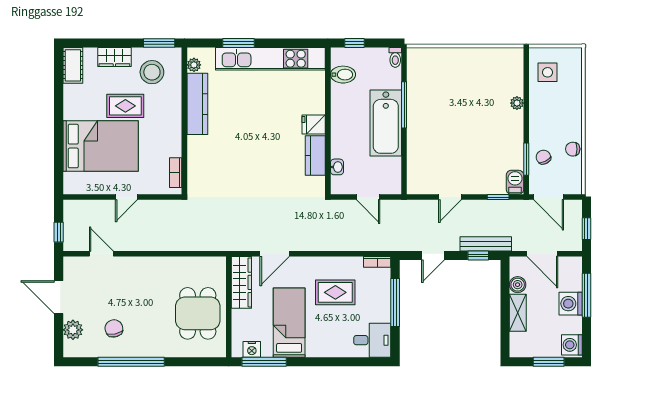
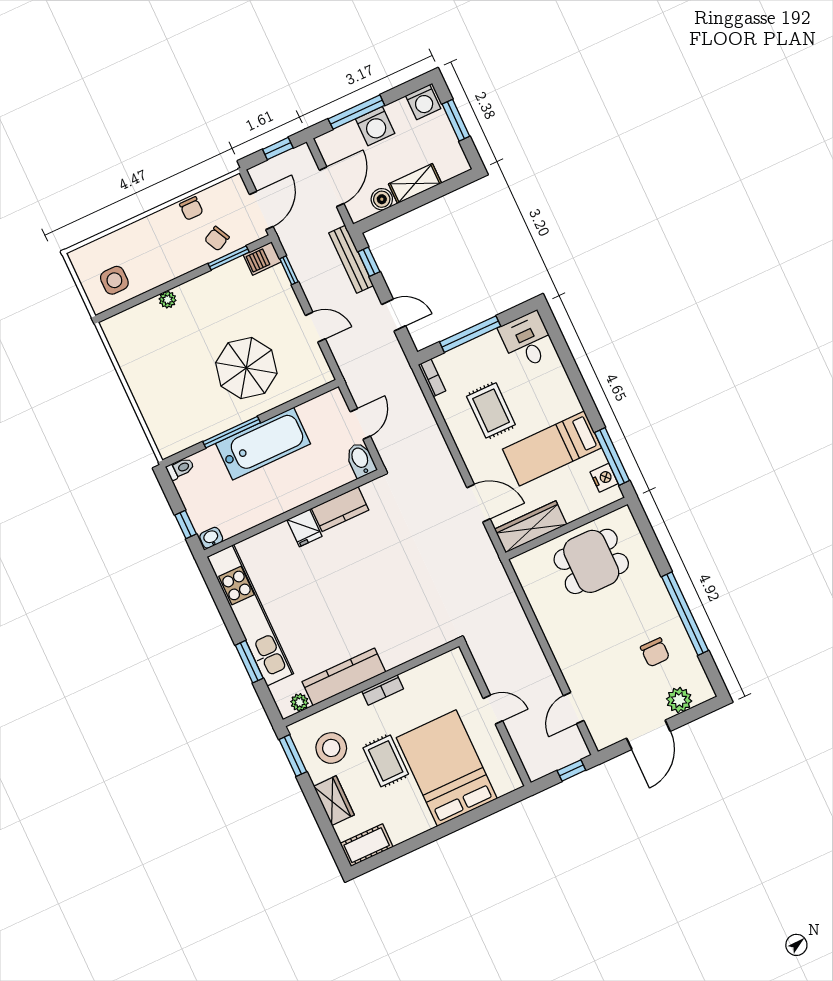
bidet: (343, 75) -> (361, 460), moved
parasol: (444, 136) -> (246, 368), added
washbasin: (337, 167) -> (211, 538), moved
bookcase: (176, 173) -> (383, 690), moved
chair: (114, 328) -> (655, 652), turned -78

